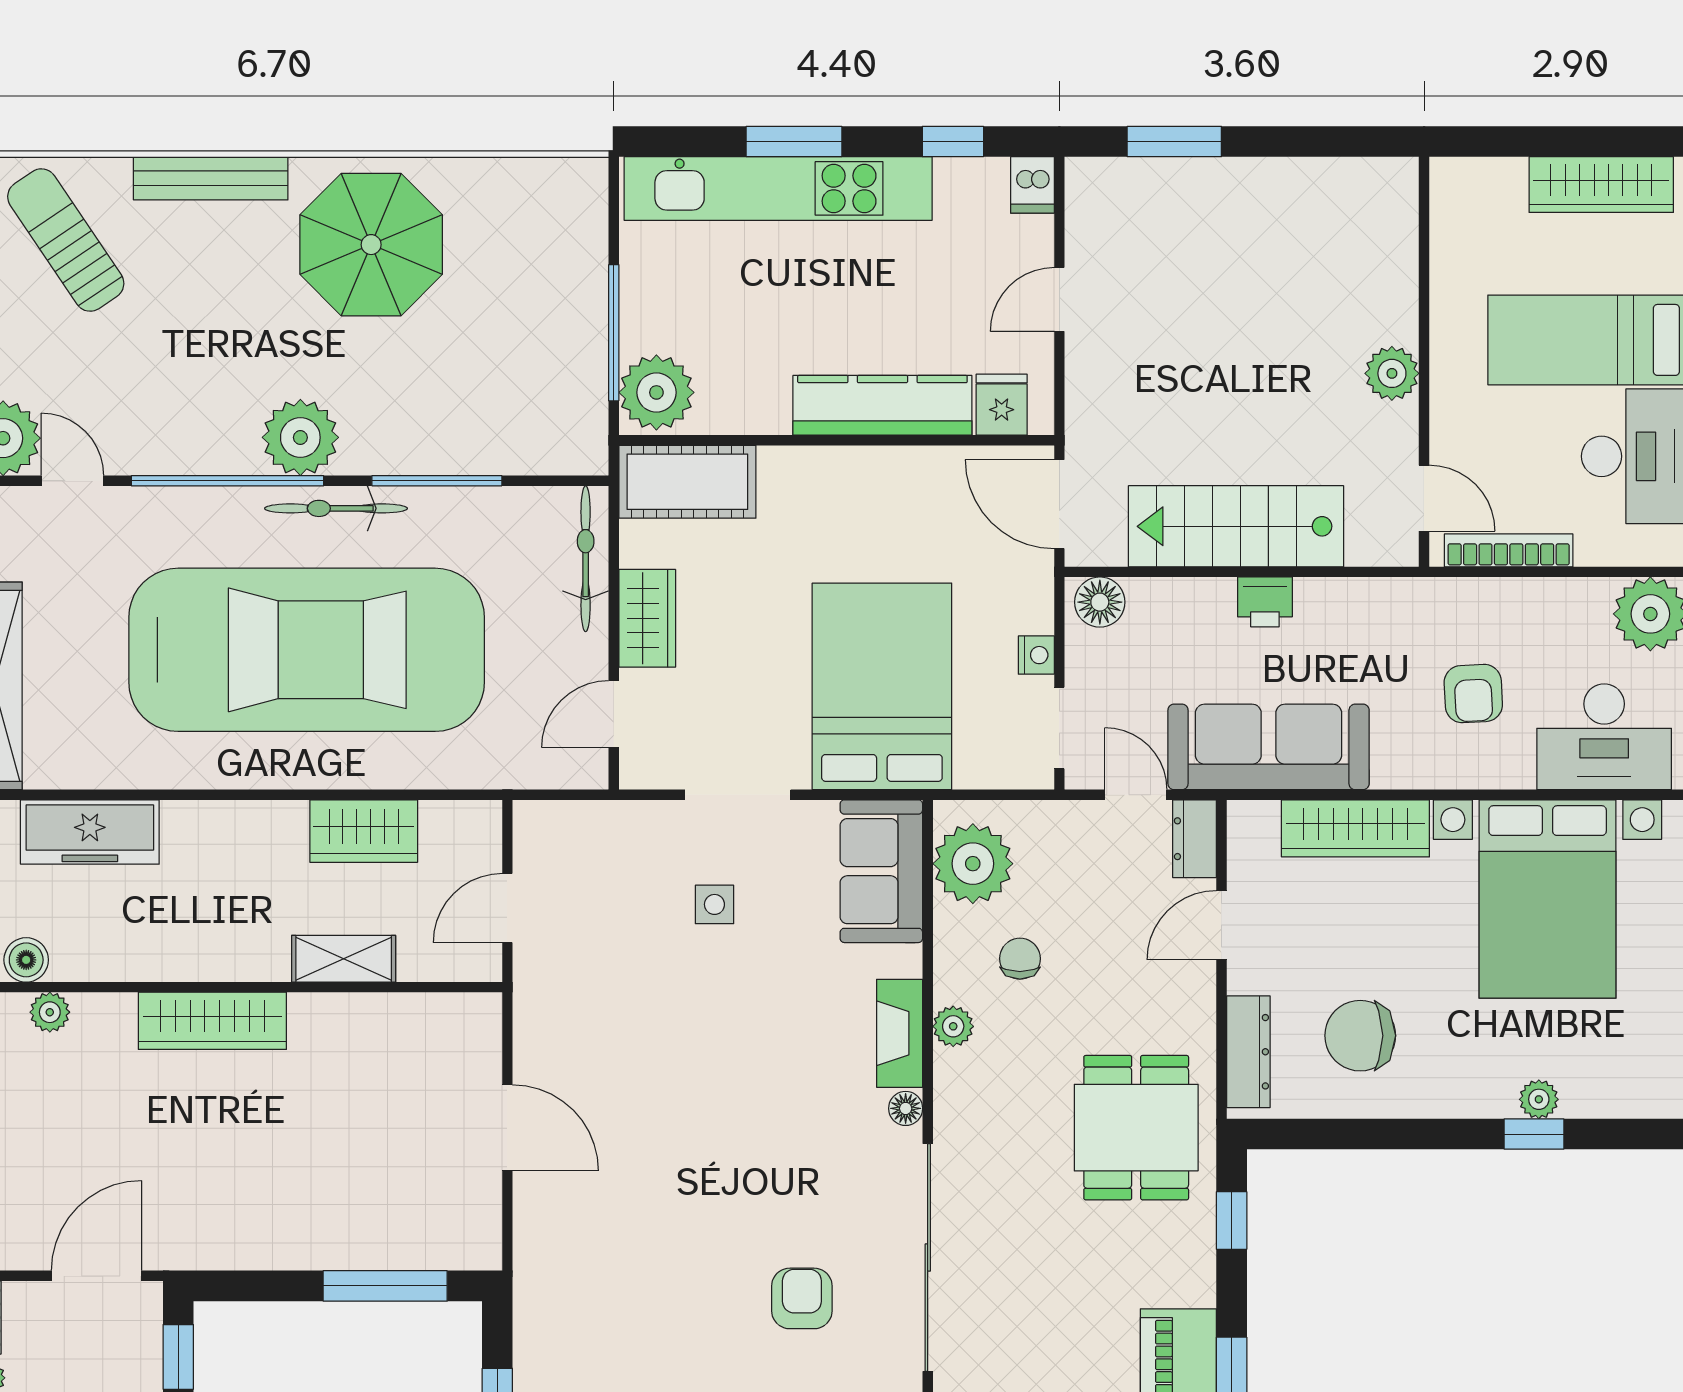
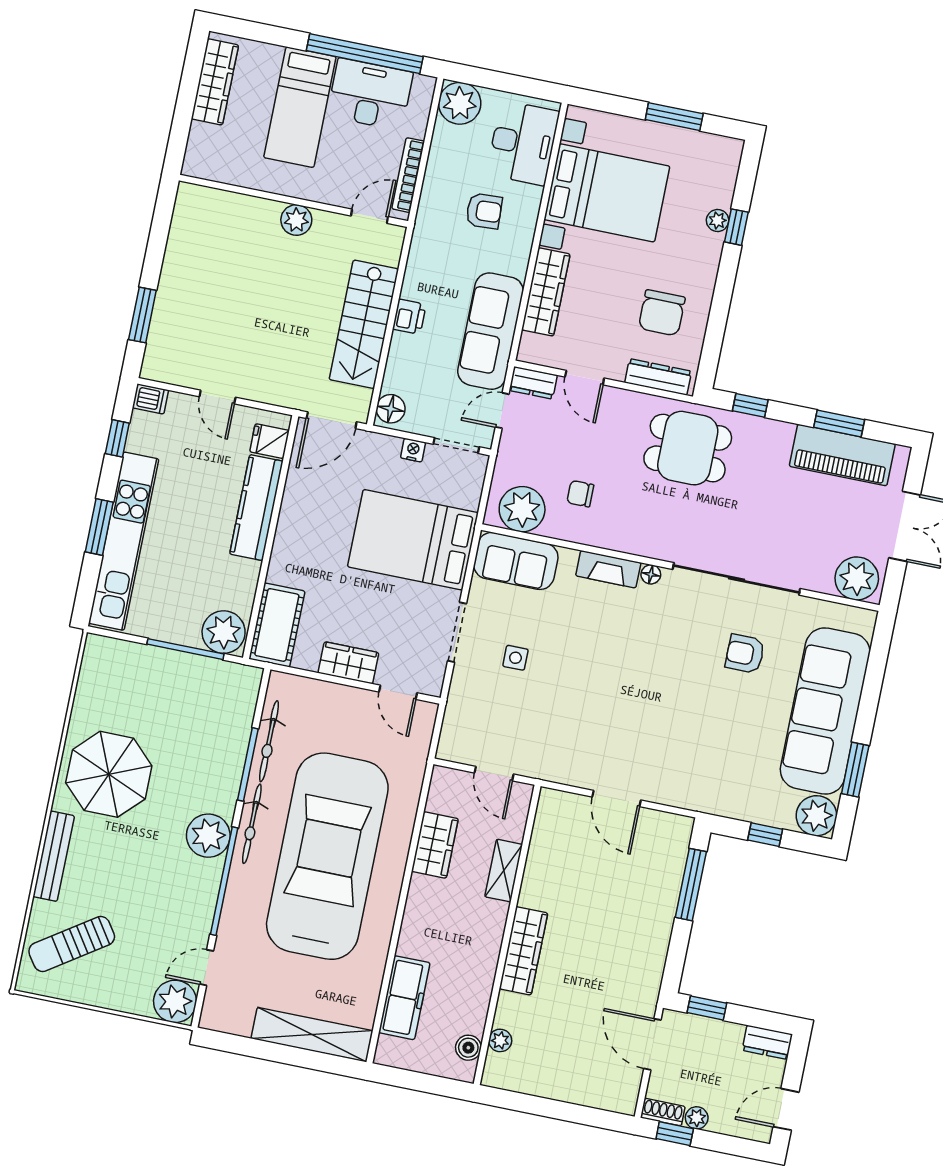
bicycle: (586, 559) -> (269, 741), moved, turned -90
plant: (953, 1026) -> (610, 539), removed
door: (507, 1128) -> (617, 799), swing flipped

